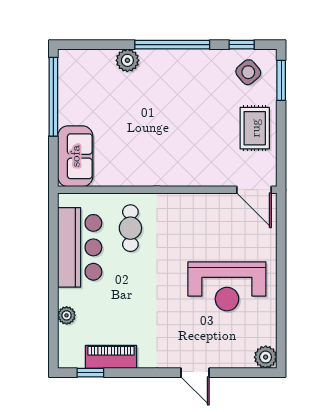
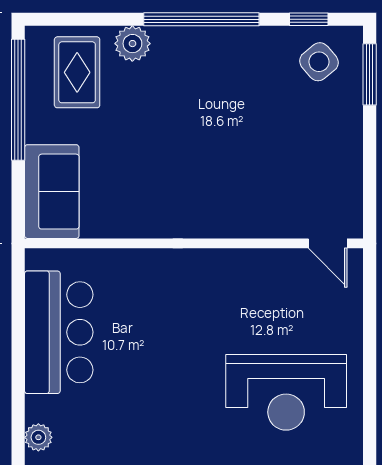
rug: (255, 128) -> (77, 72), moved
door: (254, 190) -> (328, 243), width x0.73
cafe table: (130, 228) -> (137, 303), removed

